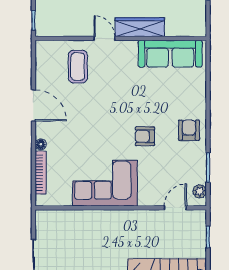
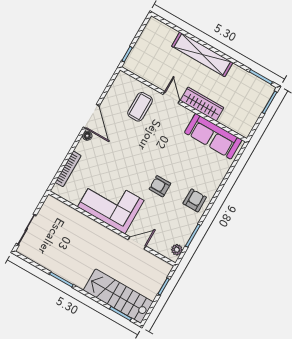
floor lamp: (41, 144) -> (87, 136), moved
door: (175, 208) -> (137, 243), moved

